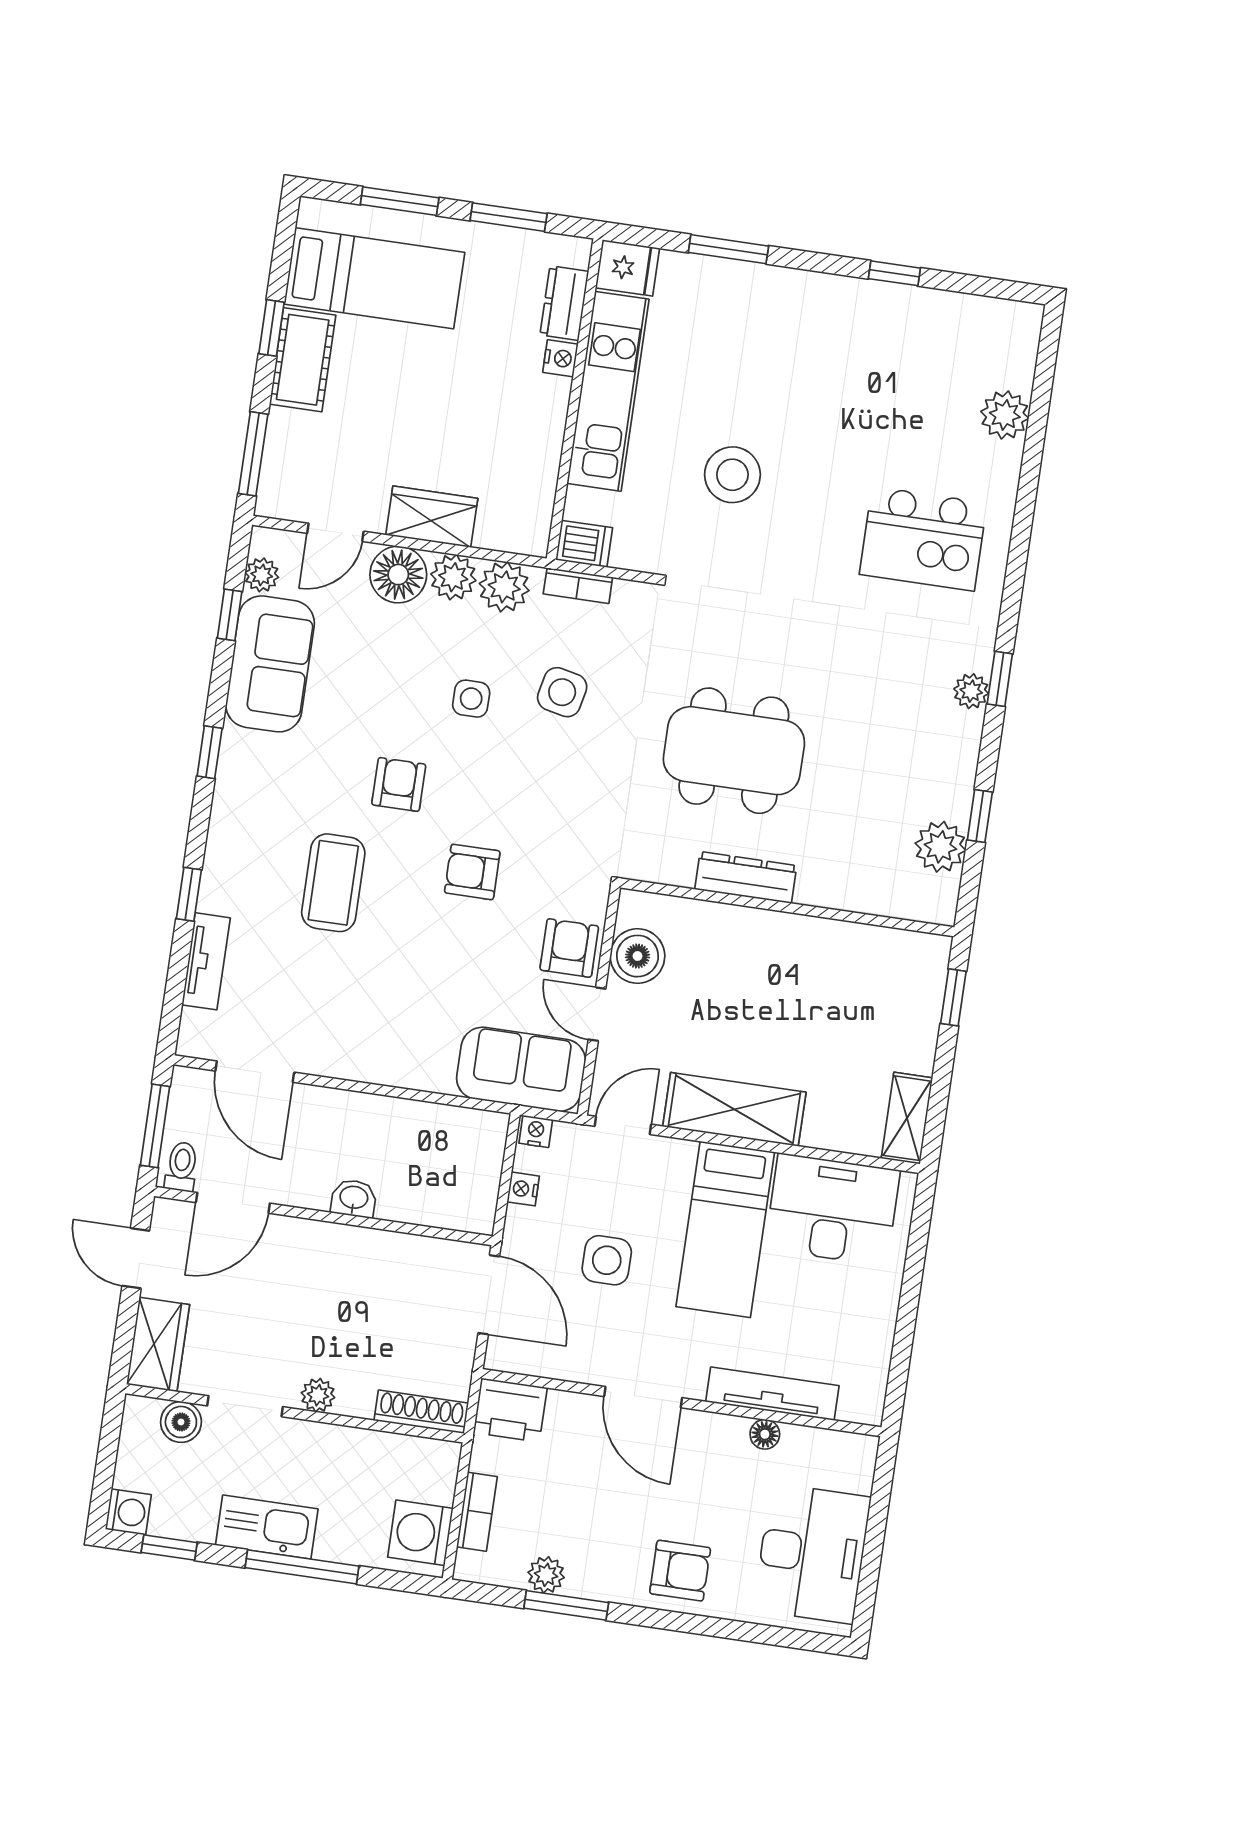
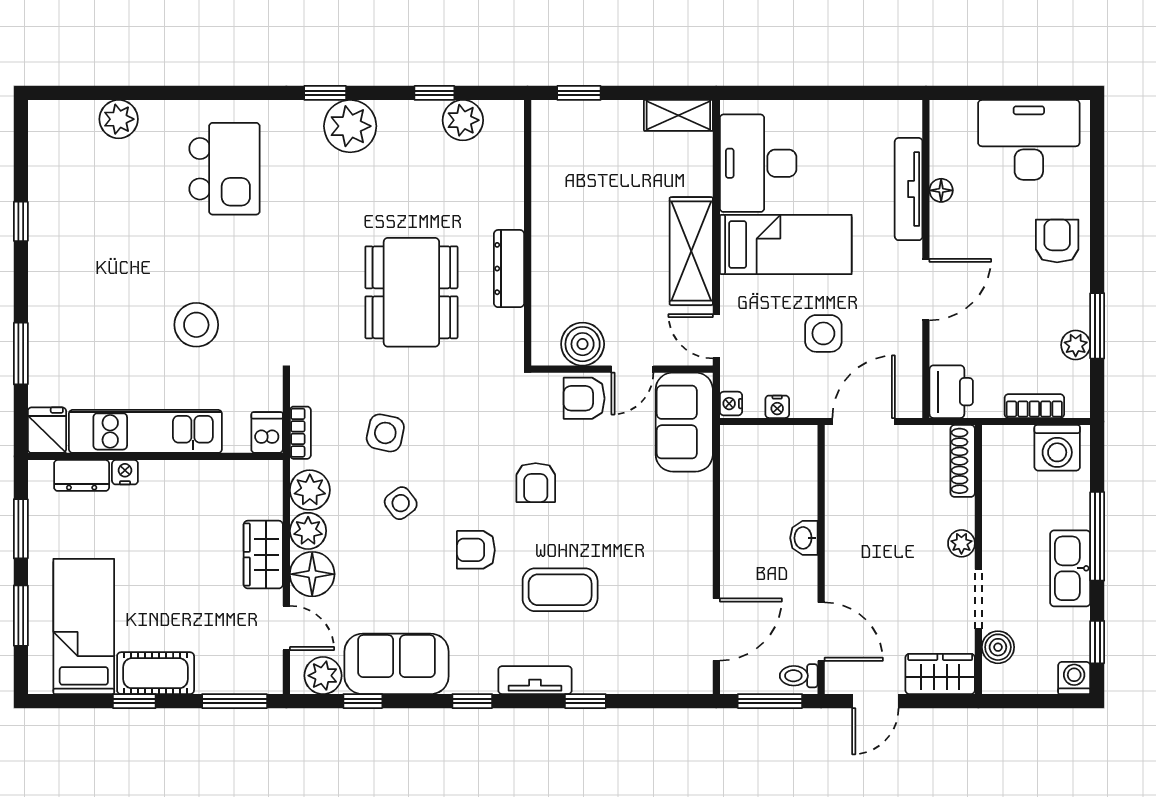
plant: (262, 575) -> (323, 676), width x1.38, depth x1.38
plant: (971, 691) -> (350, 126), width x1.87, depth x1.87
side table: (471, 699) -> (401, 503), turned -37
tv unit: (206, 961) -> (535, 680), moved

